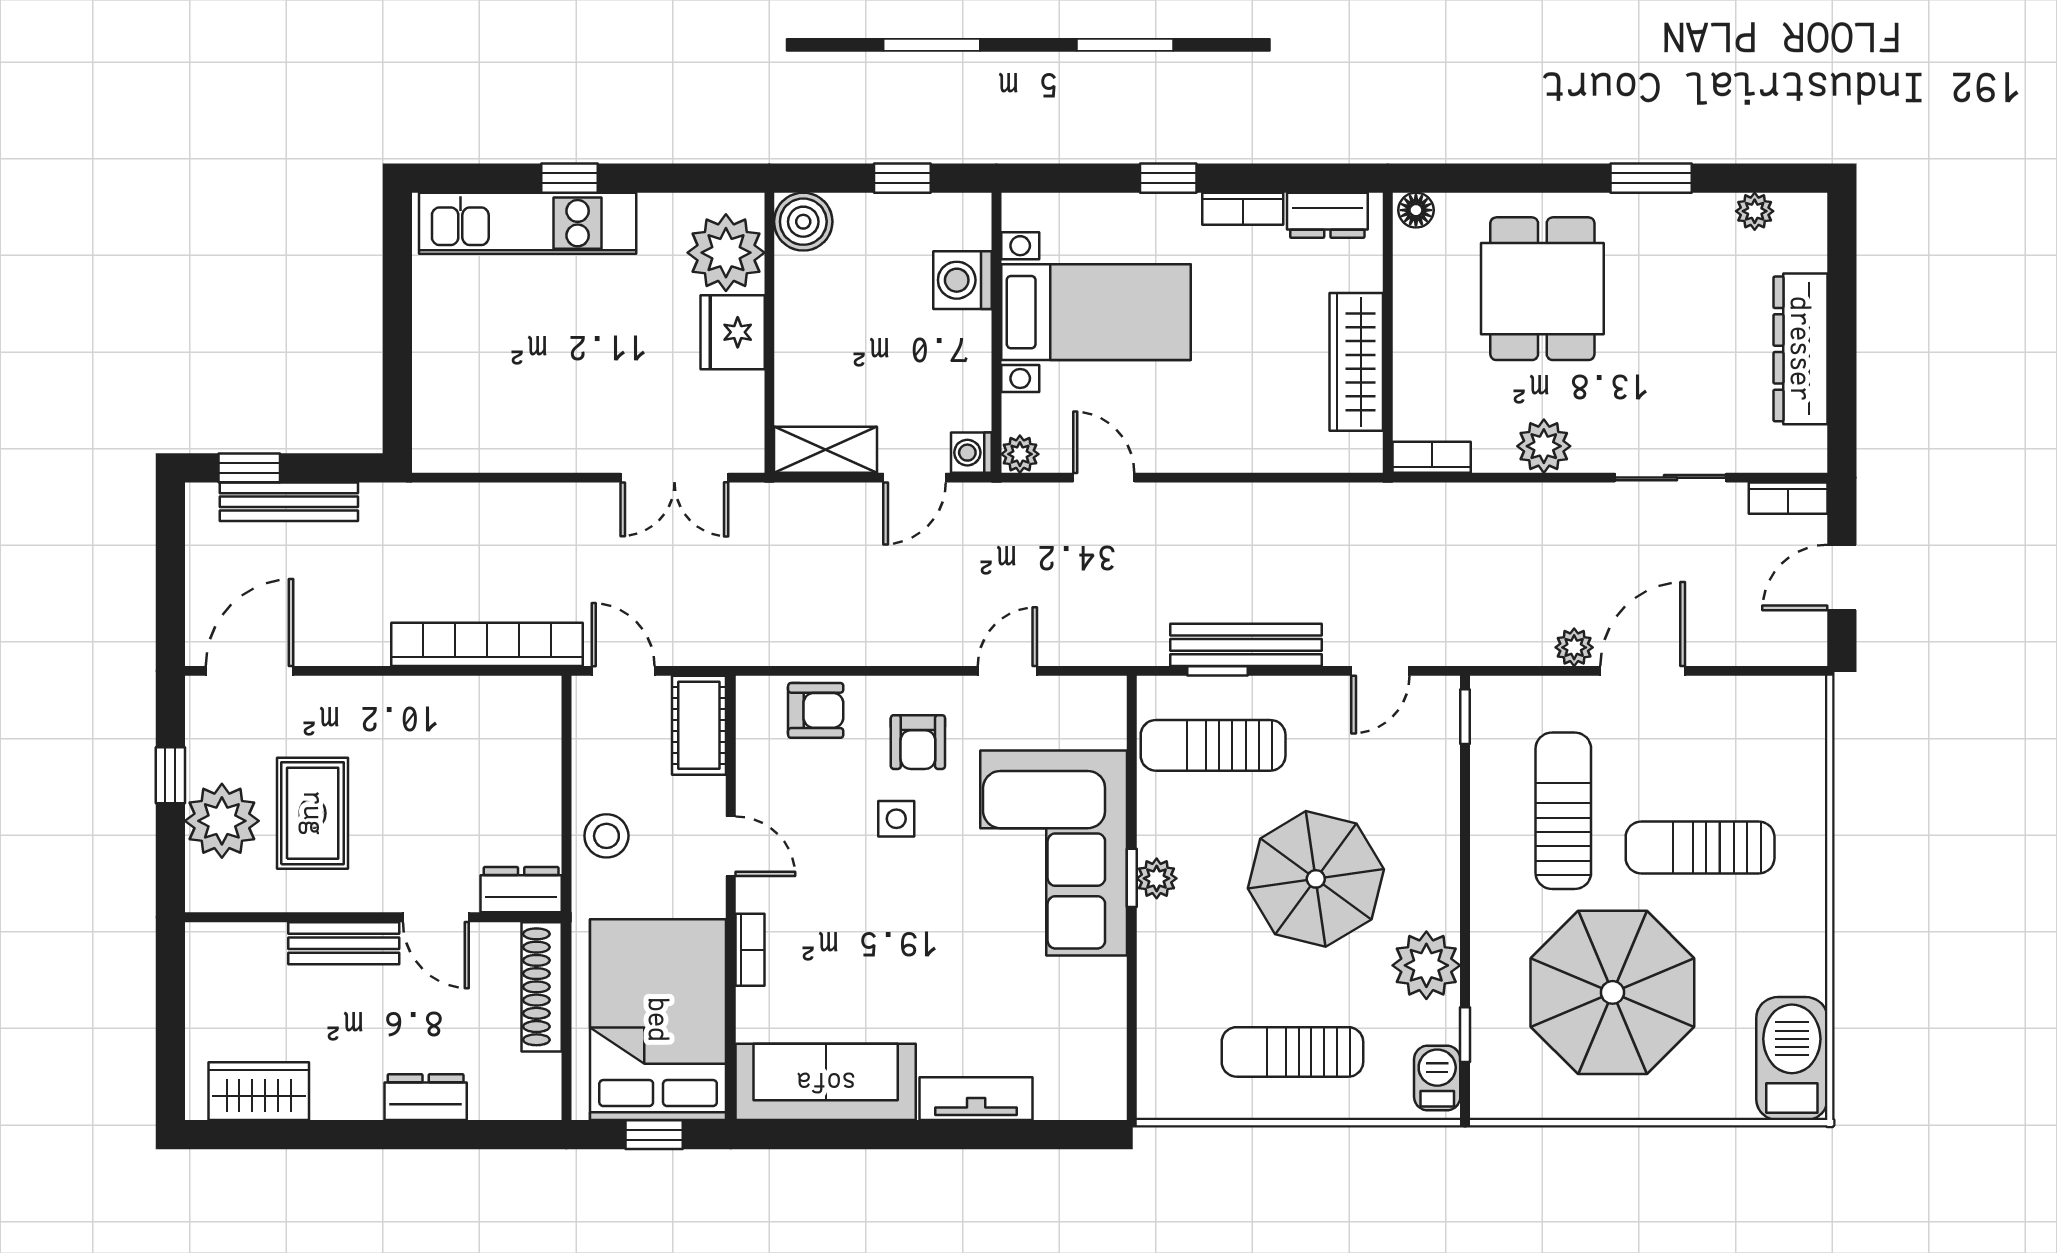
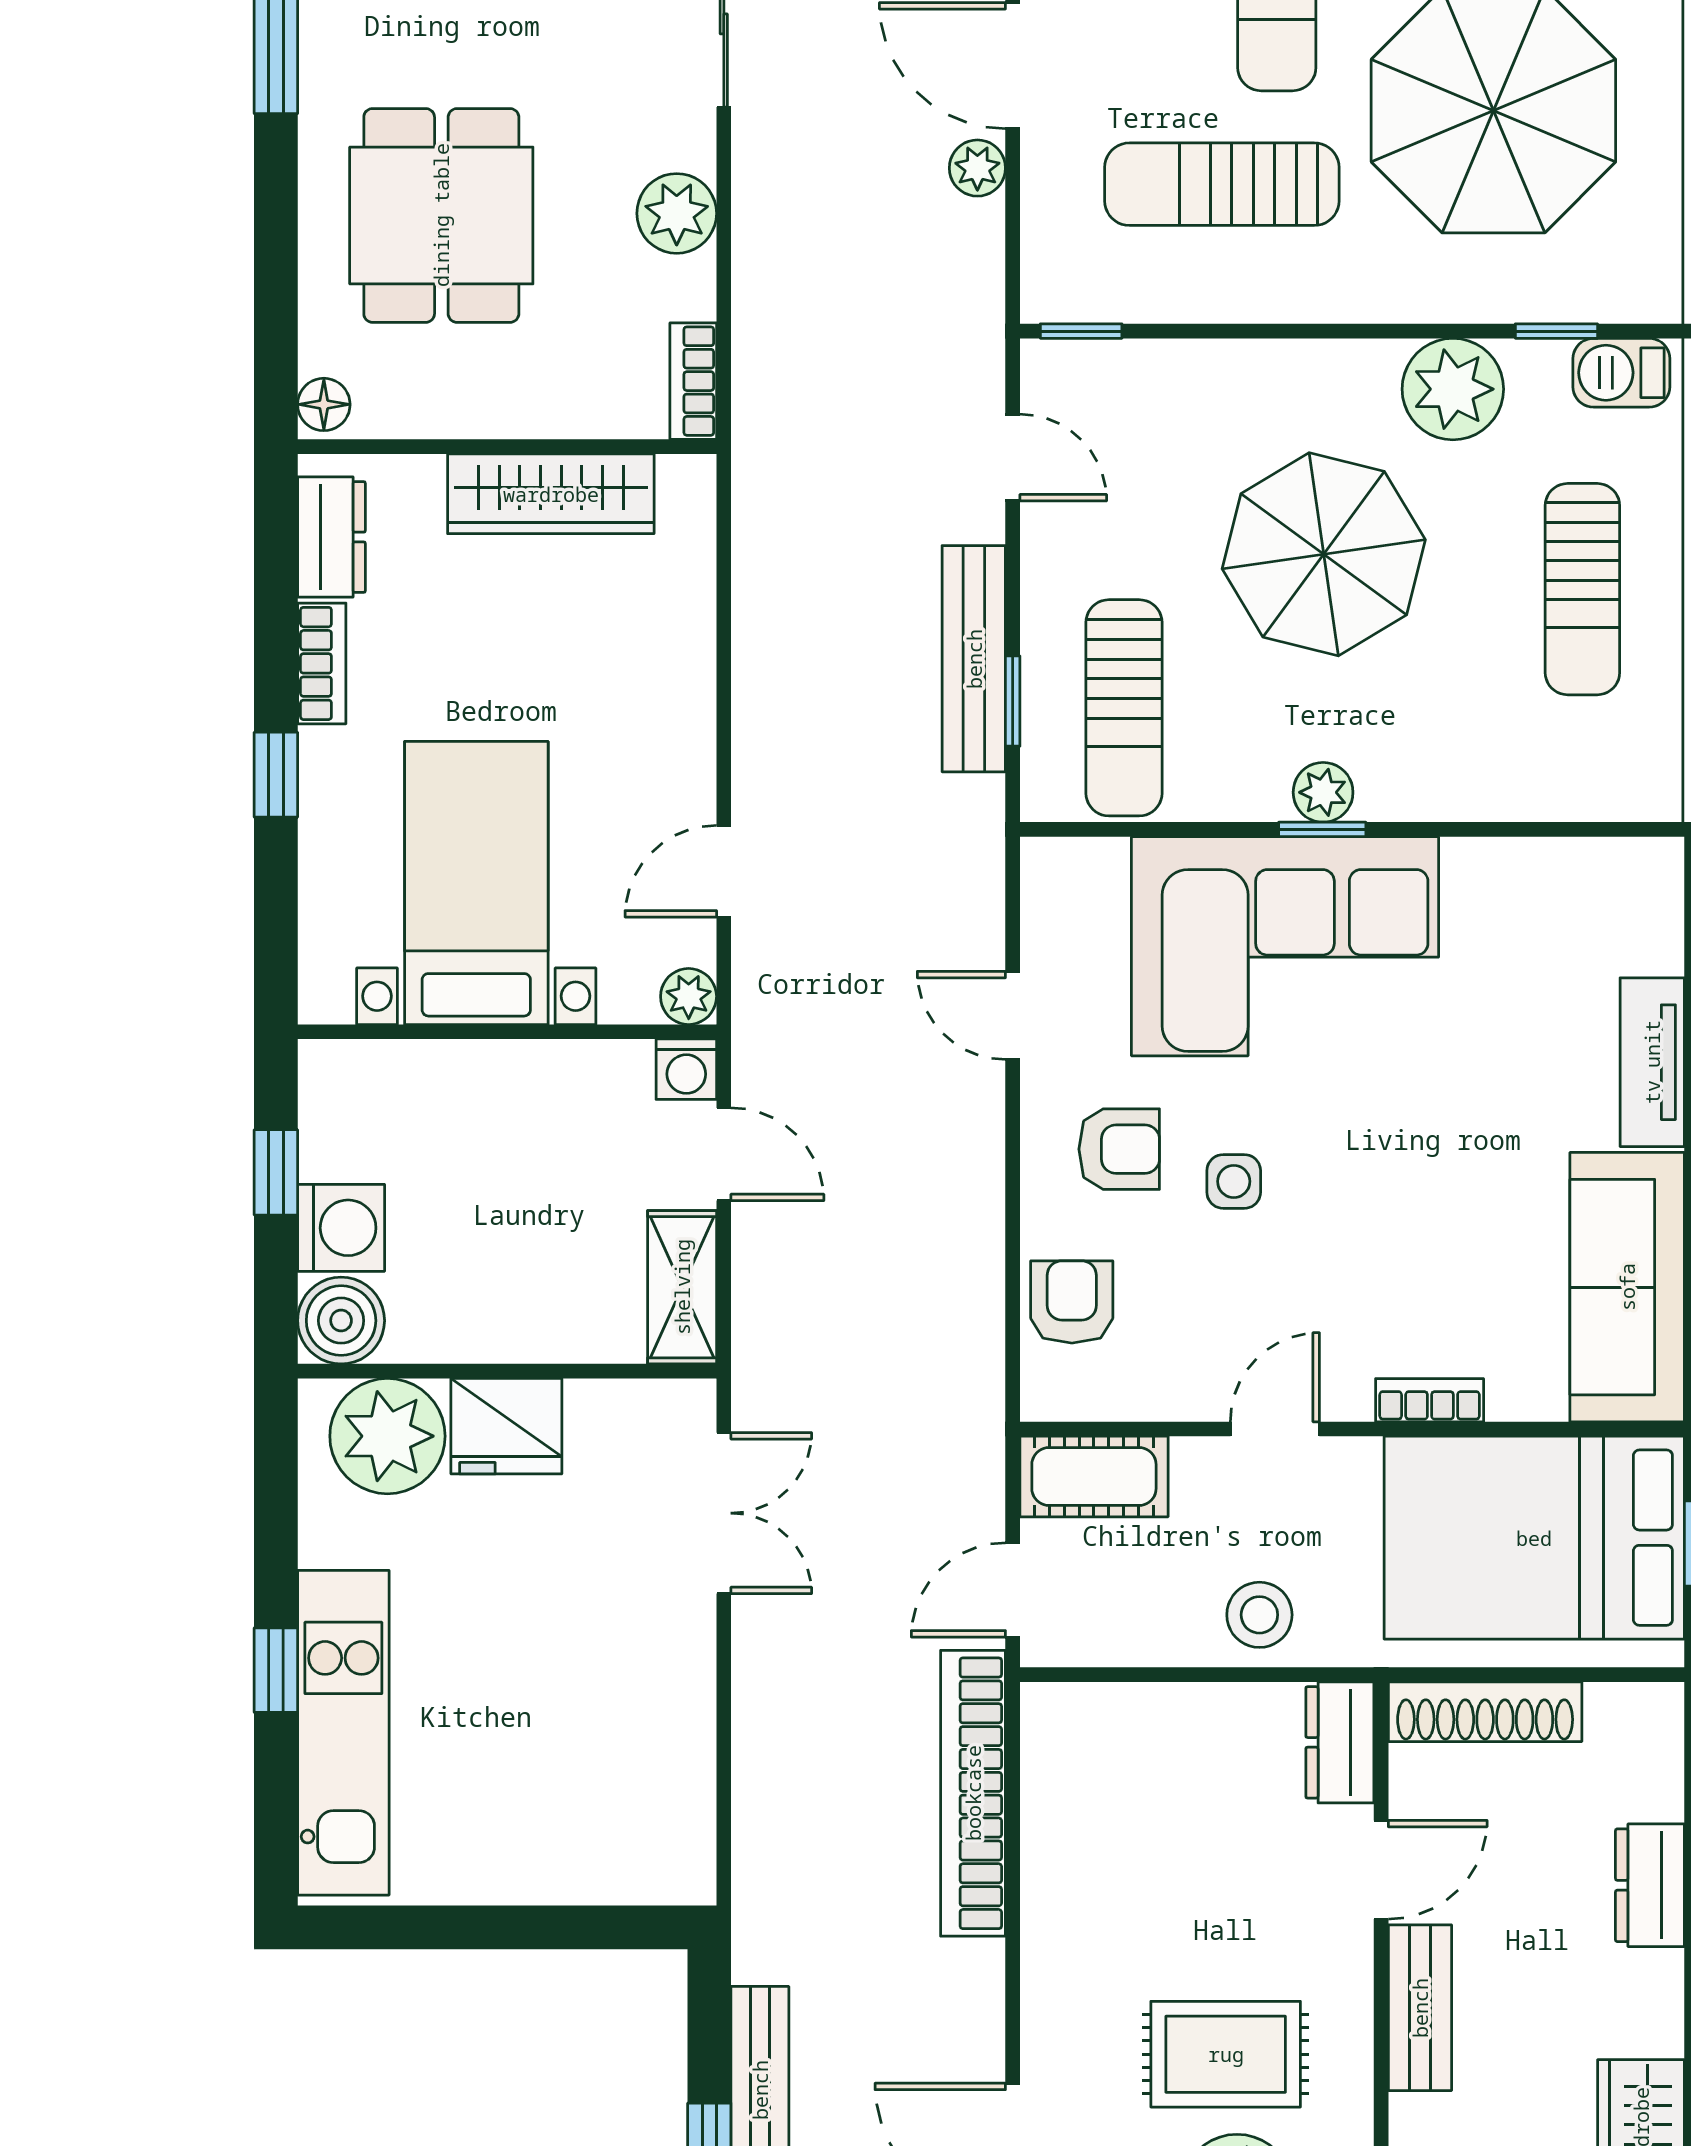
washing machine: (963, 280) -> (341, 1228), moved, turned -90
dining table: (1542, 289) -> (441, 215), turned 90

